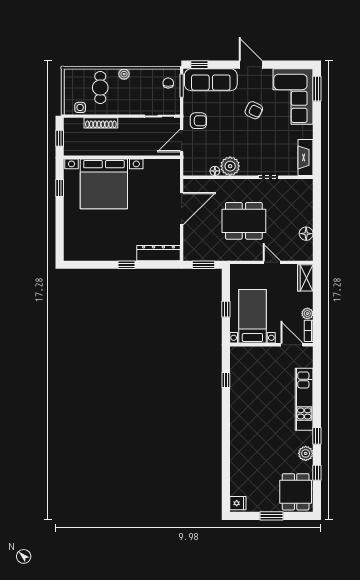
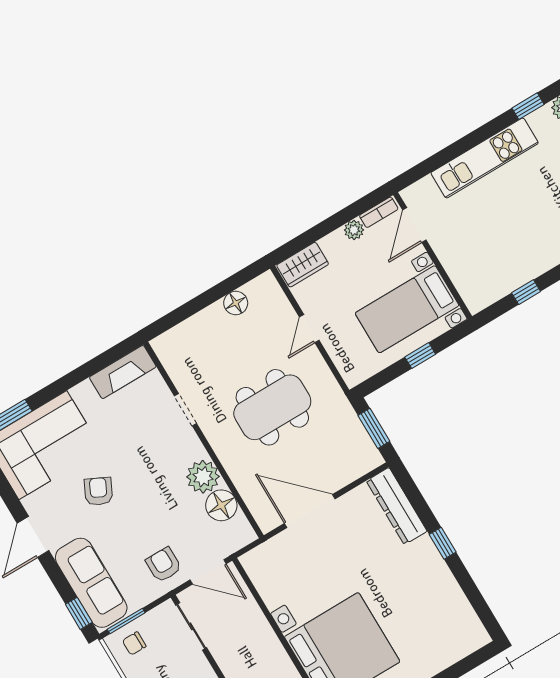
floor lamp: (215, 171) -> (221, 505), width x1.89, depth x1.89
dining table: (244, 221) -> (272, 407), turned 90

